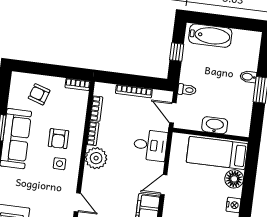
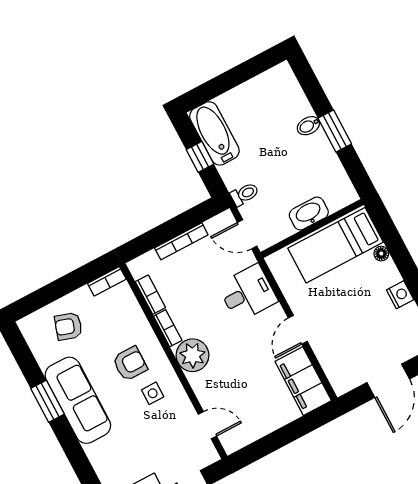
bathtub: (210, 36) -> (214, 133), moved, turned -90
armchair: (58, 139) -> (130, 364), turned -90
floor lamp: (234, 179) -> (381, 254), width x0.53, depth x0.53

